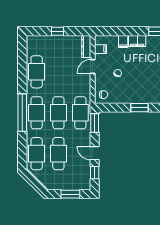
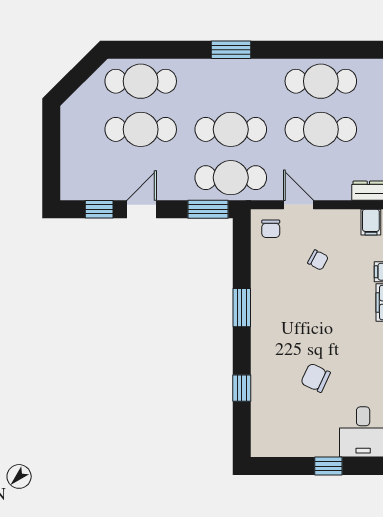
door: (93, 66) -> (299, 205), moved
window: (22, 113) -> (231, 50), width x0.47
cafe table: (37, 113) -> (321, 129), moved
window: (70, 194) -> (51, 155), removed

